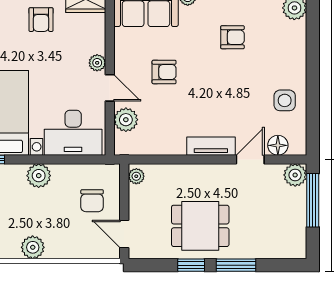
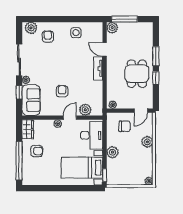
armchair: (232, 37) -> (48, 37), moved
floor lamp: (278, 145) -> (98, 36), removed
plant: (33, 247) -> (147, 142), moved

